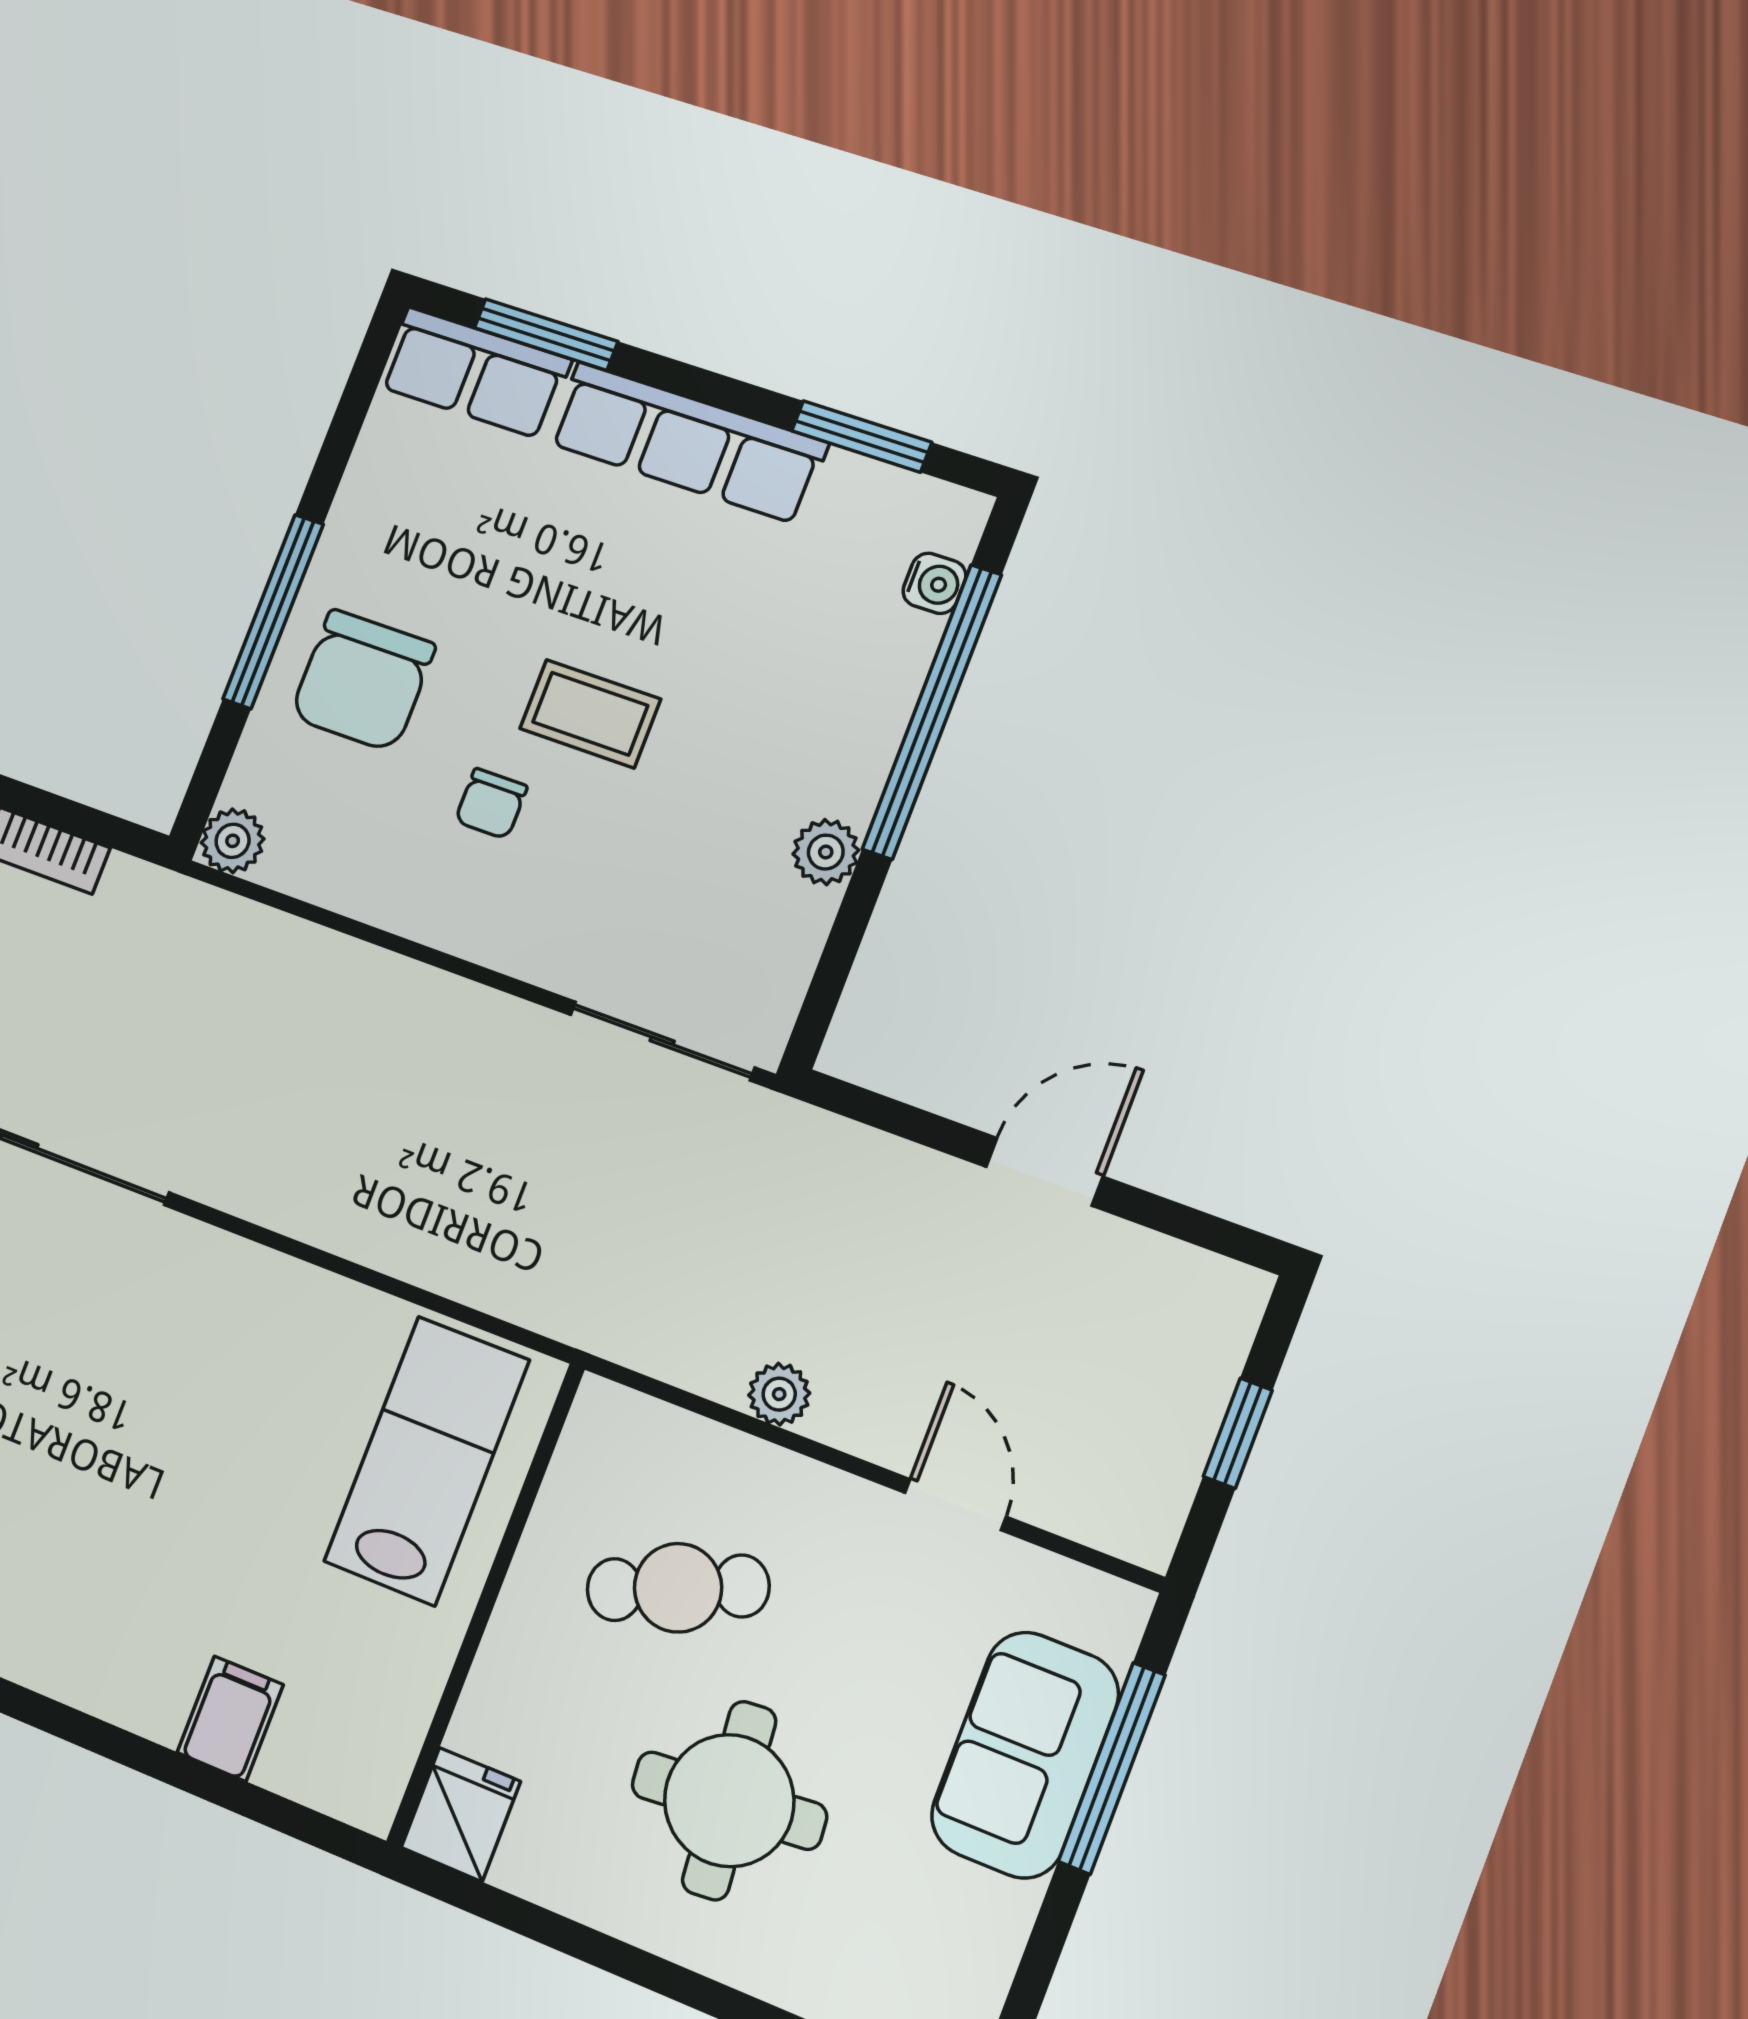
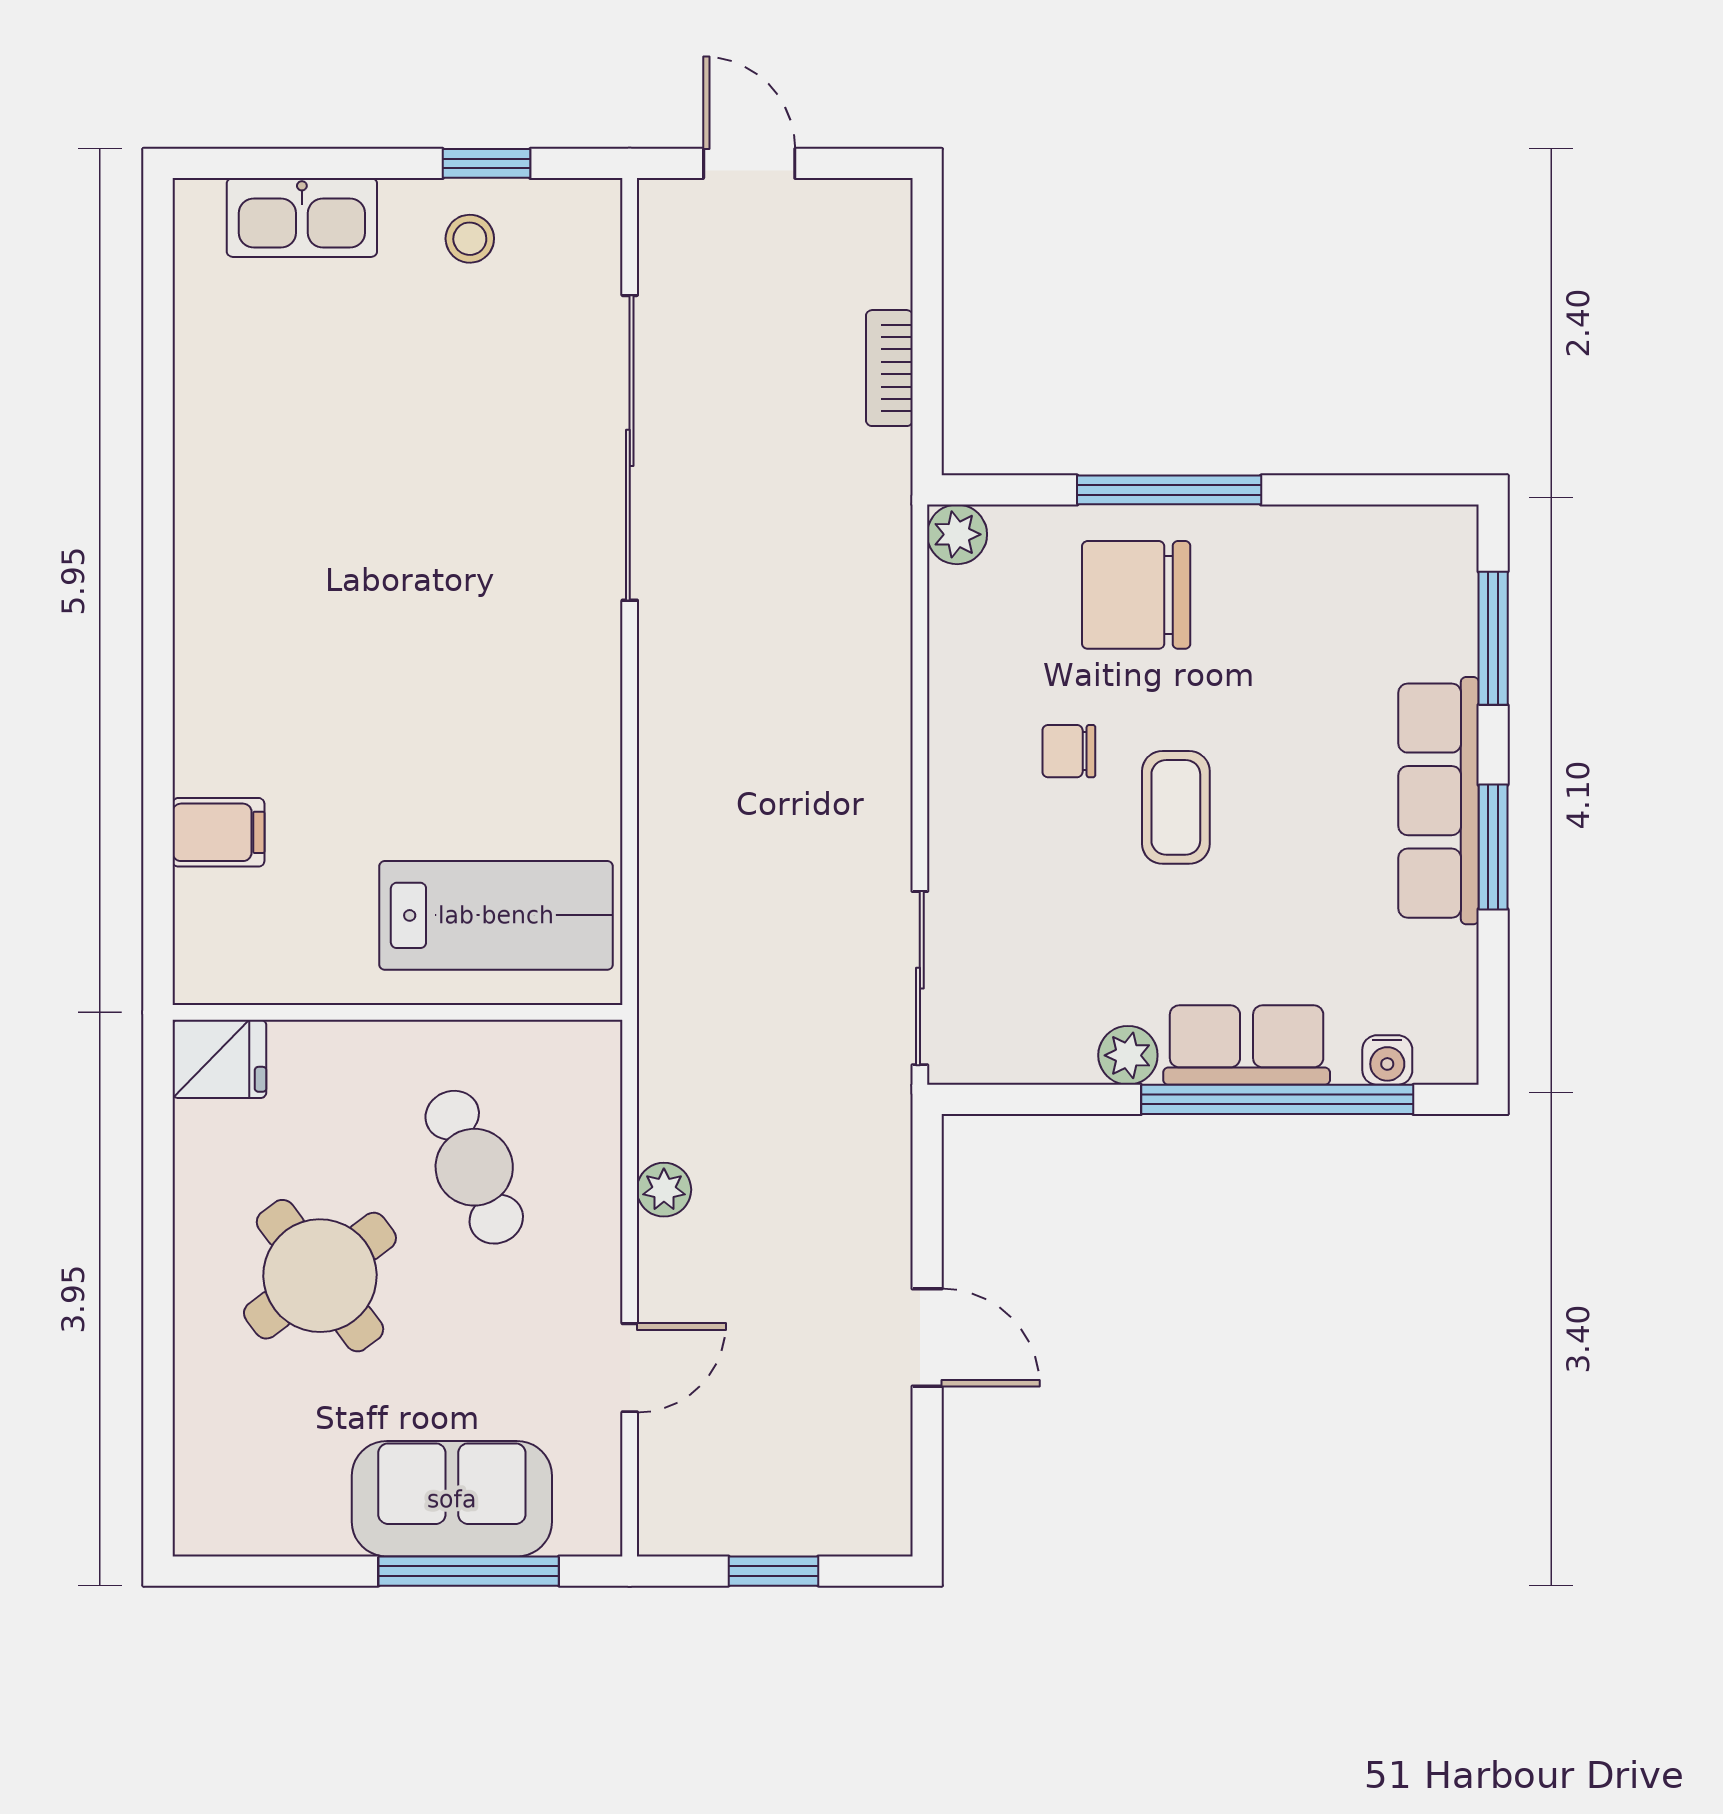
row of seats: (475, 373) -> (1247, 1045), moved, turned 90
window: (862, 436) -> (1493, 847), moved
round table: (729, 1801) -> (320, 1276), turned -32

